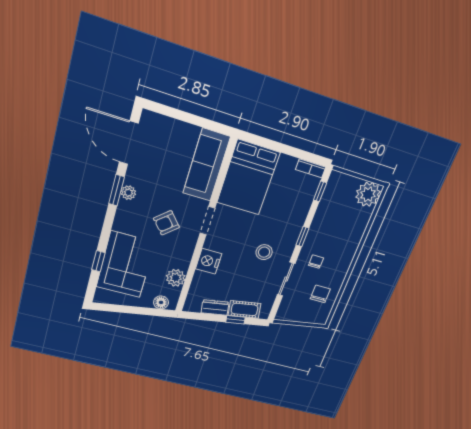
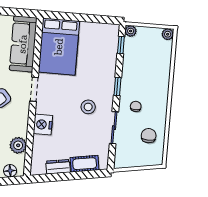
bookcase: (311, 168) -> (108, 28), removed
plant: (336, 178) -> (131, 31), added
plant: (368, 194) -> (168, 34), width x0.53, depth x0.53
window: (235, 320) -> (79, 175), removed

